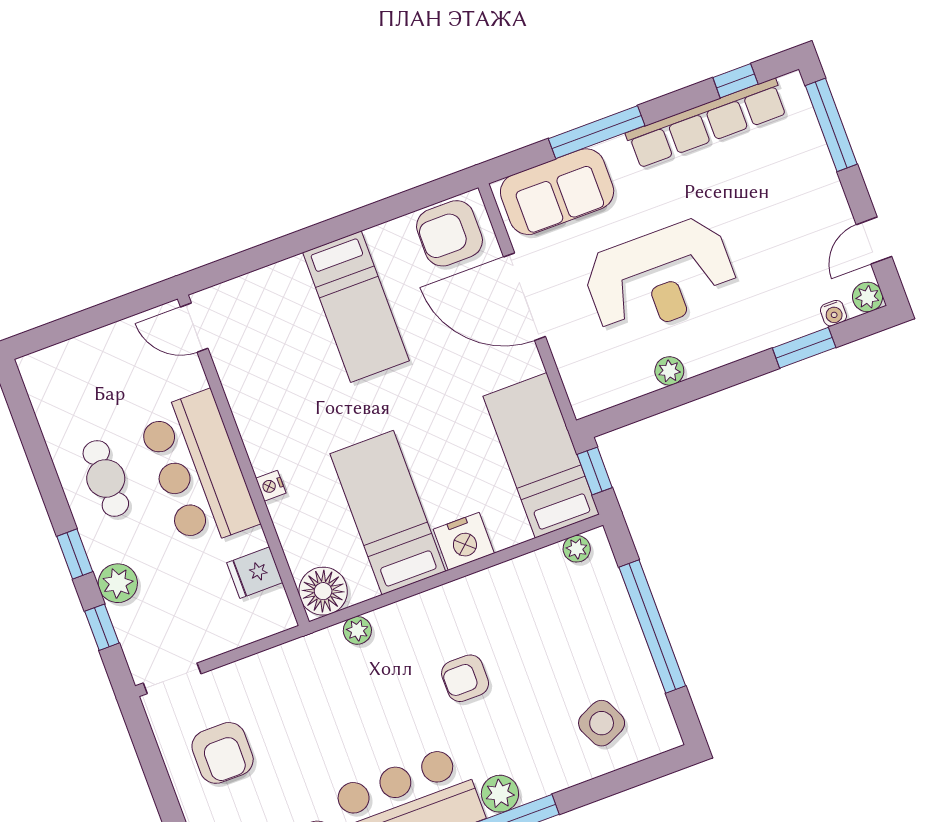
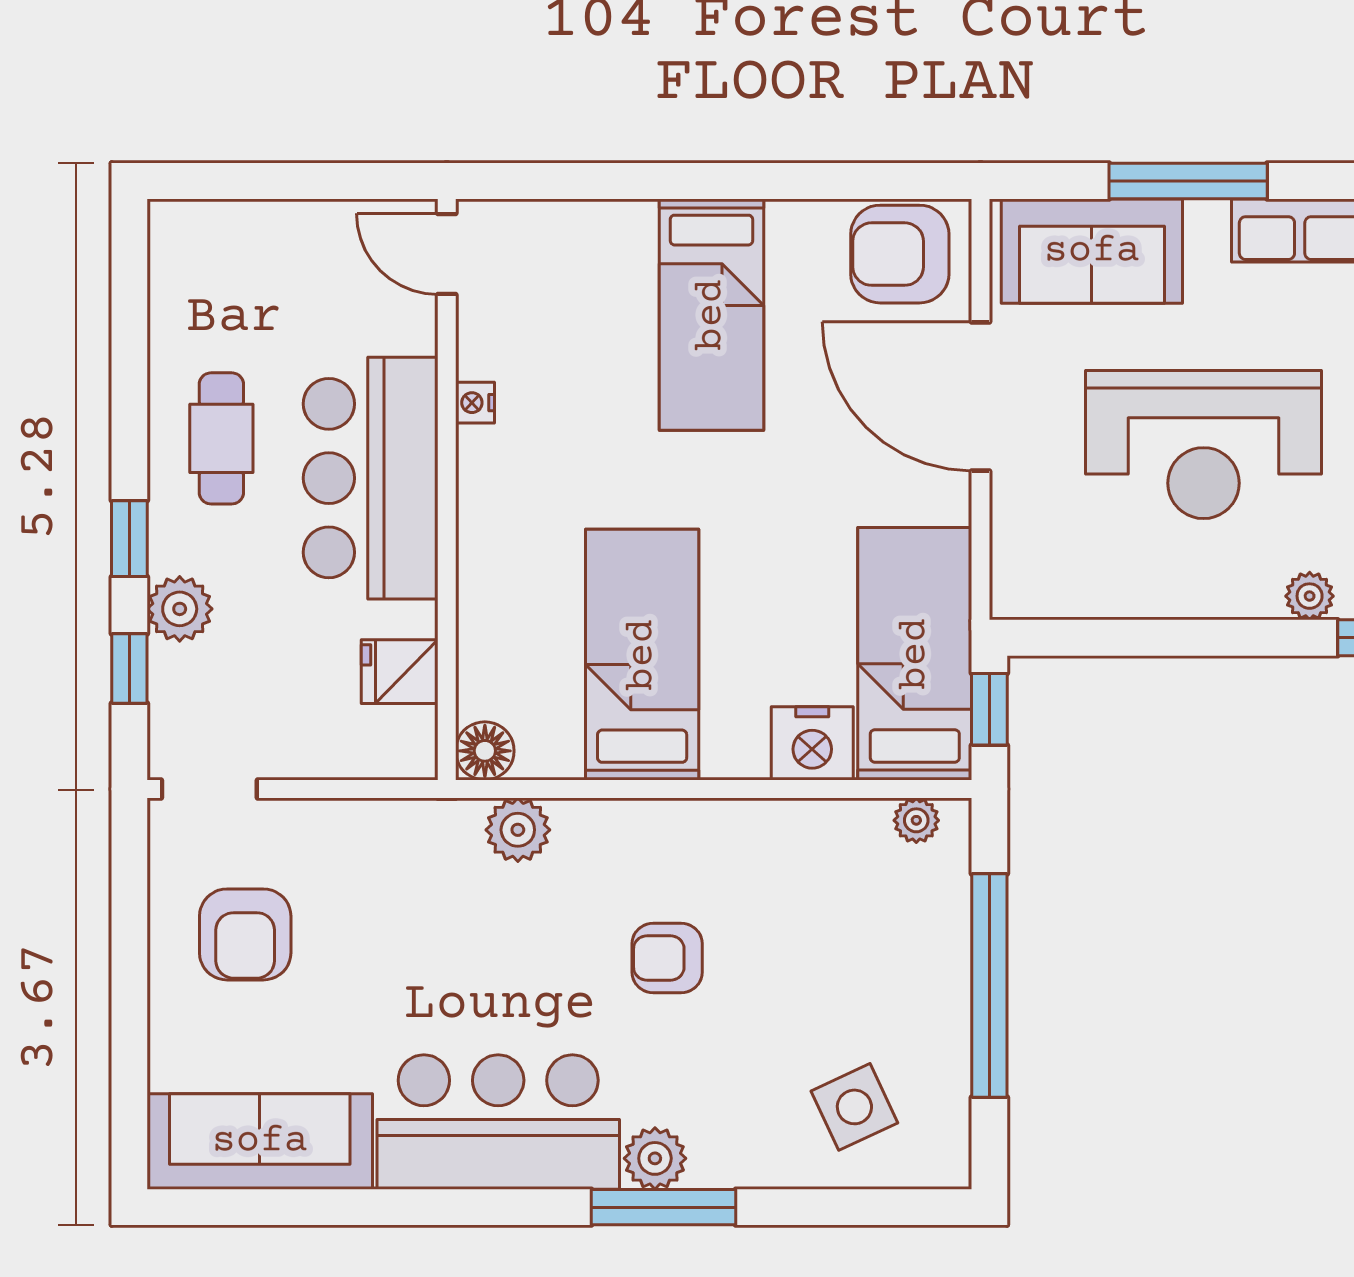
plant: (669, 371) -> (1310, 596), moved
nightstand: (271, 486) -> (475, 403), moved
nightstand: (464, 541) -> (812, 743), moved
floor lamp: (323, 591) -> (485, 751), width x0.73, depth x0.73
plant: (357, 630) -> (518, 830), width x1.38, depth x1.38

